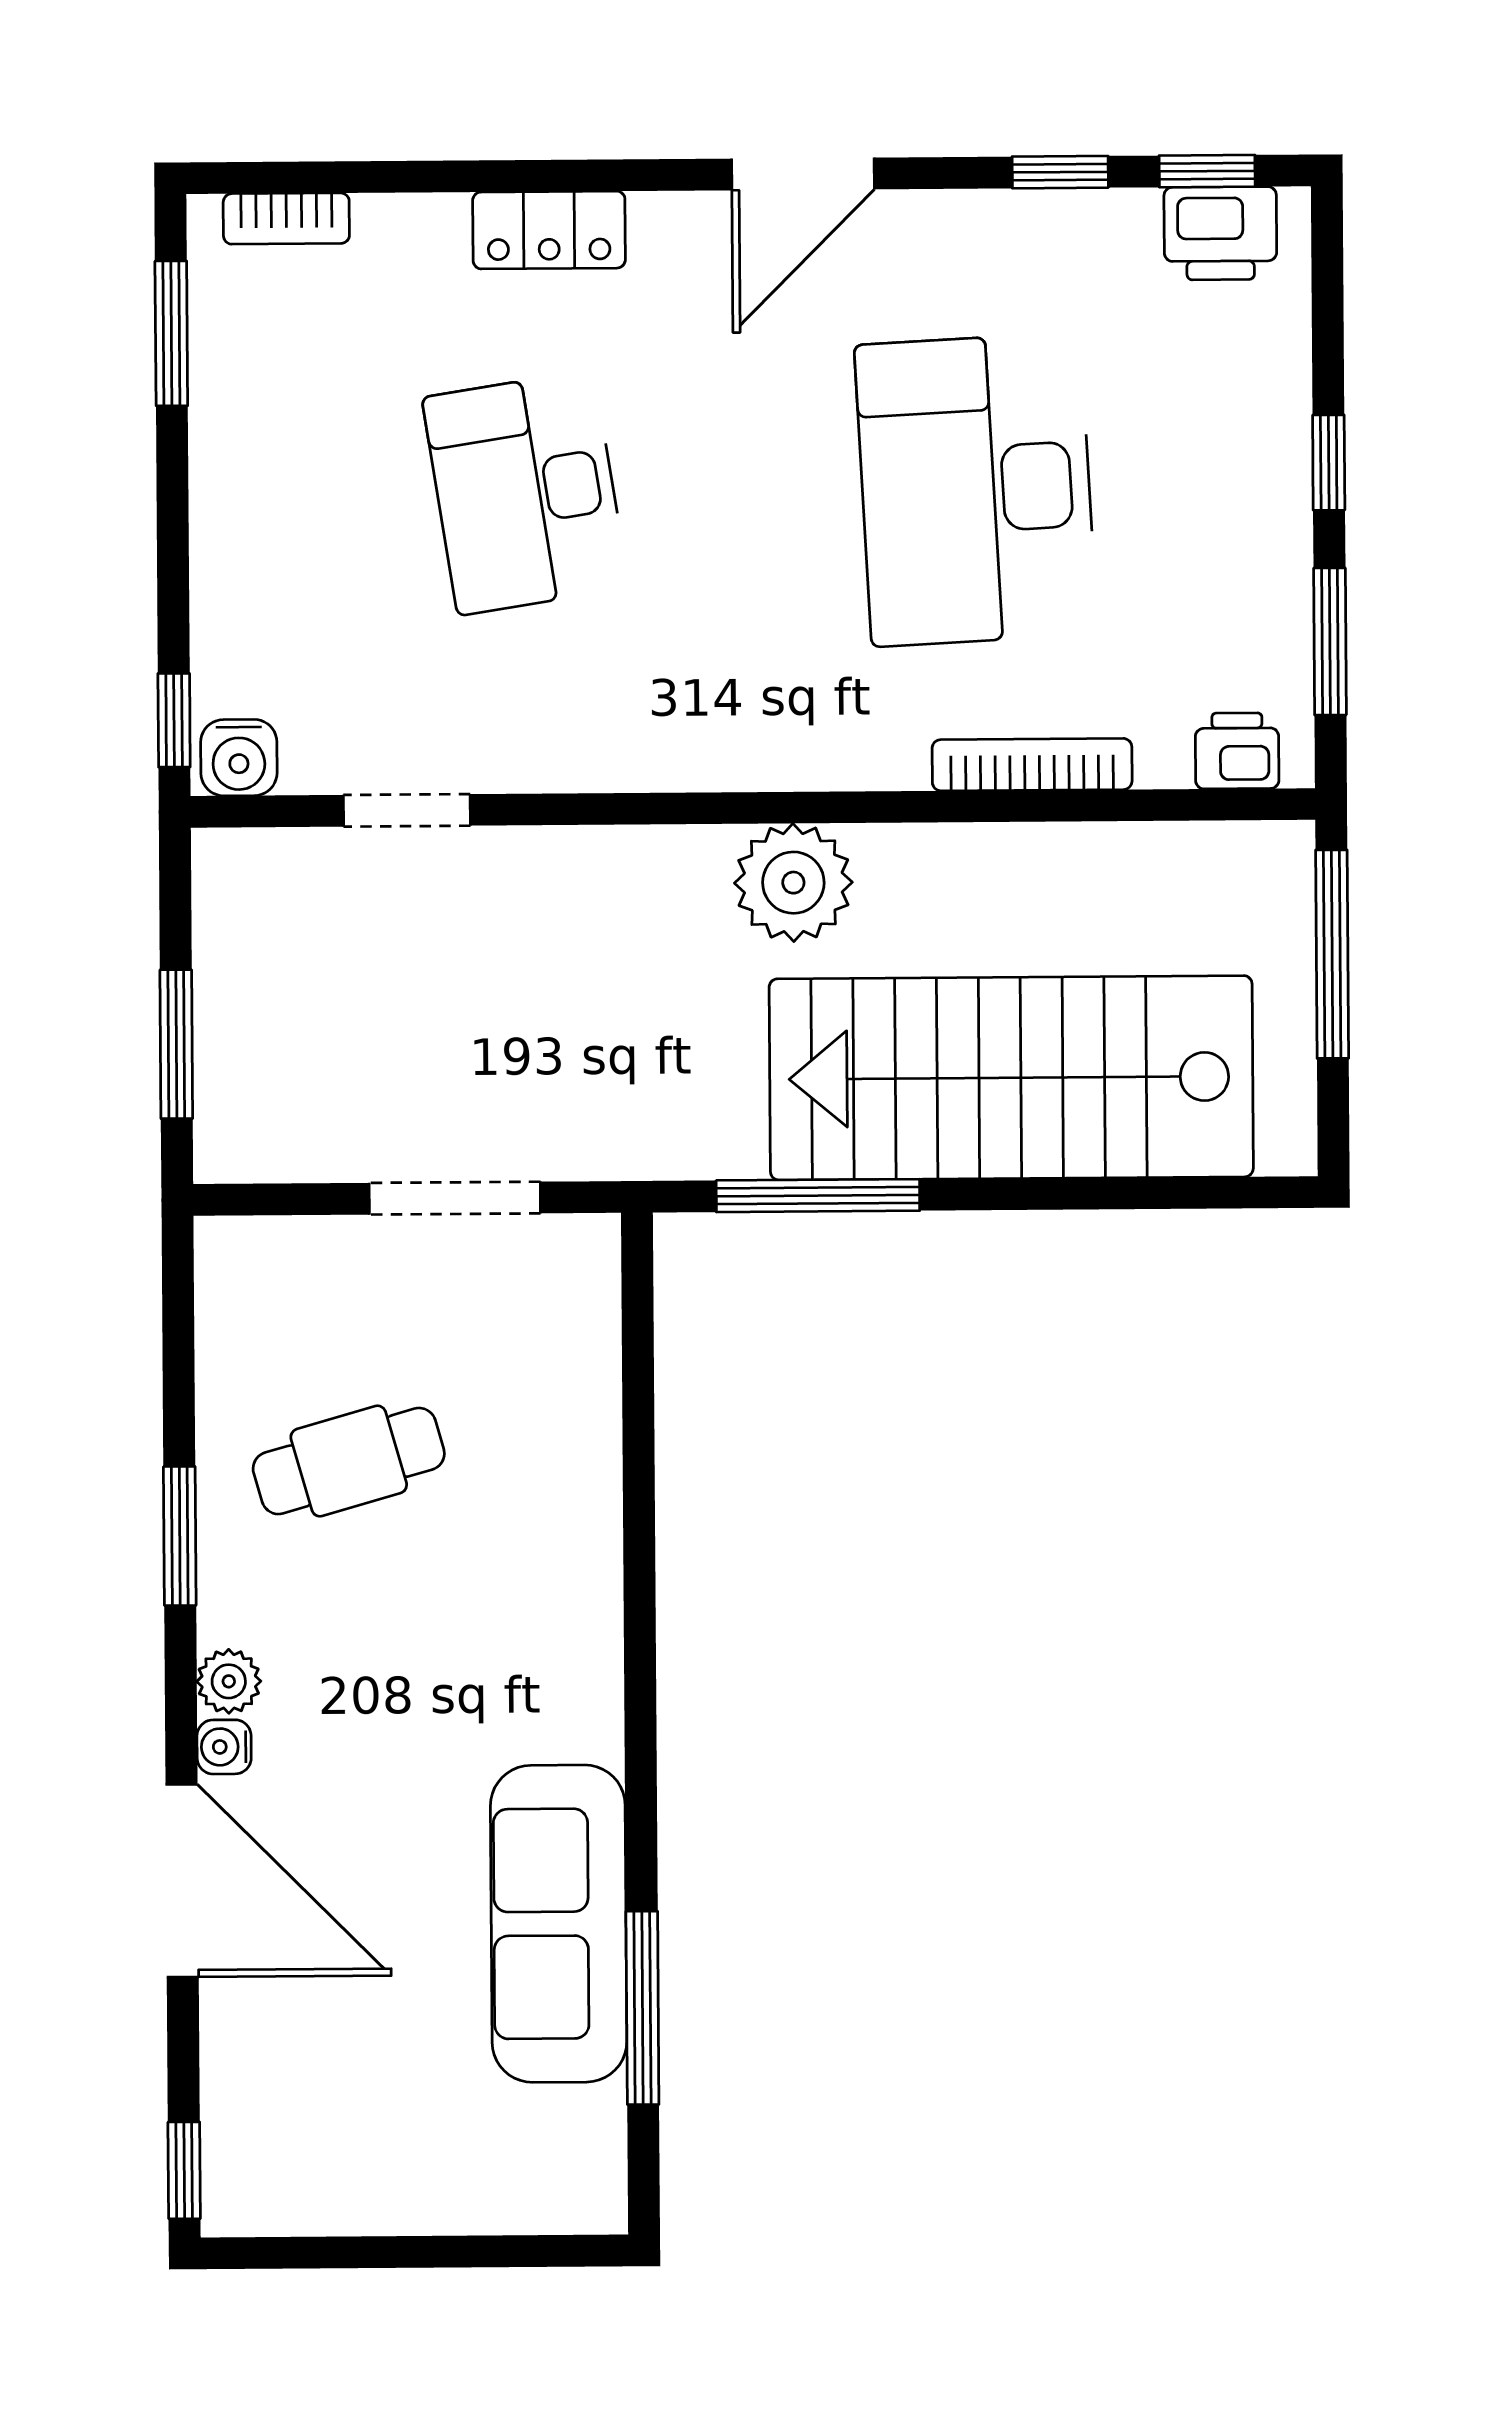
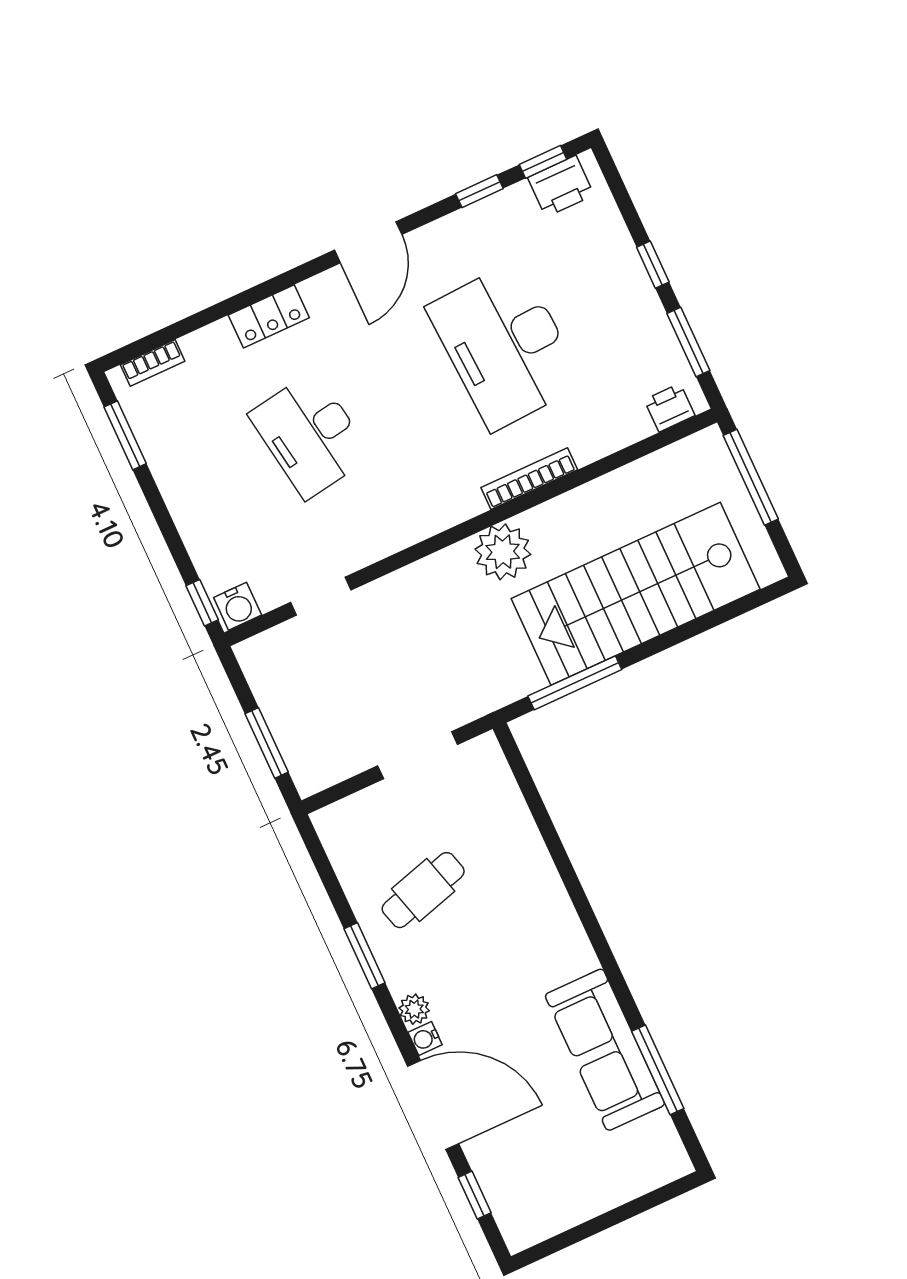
bookcase: (1032, 765) -> (529, 479), moved
window: (184, 2170) -> (475, 1195), moved

